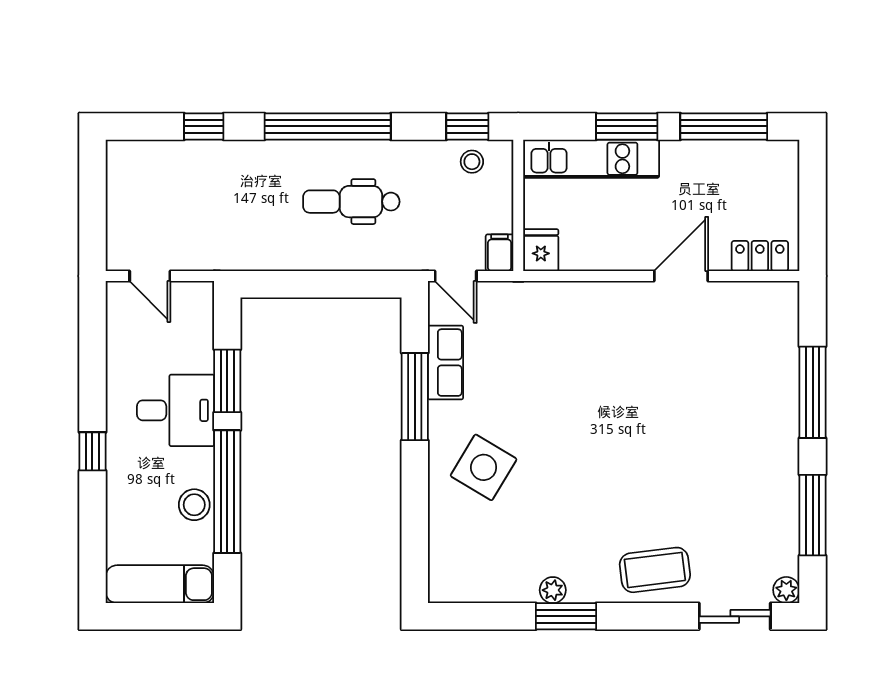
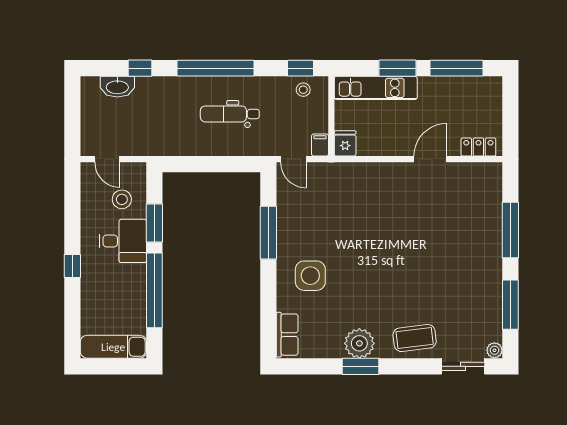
washbasin: (166, 157) -> (117, 87), added
row of seats: (446, 363) -> (287, 335), moved
side table: (484, 467) -> (310, 276), turned -31
stool: (194, 505) -> (122, 199), moved
plant: (553, 590) -> (359, 343), width x1.88, depth x1.88

